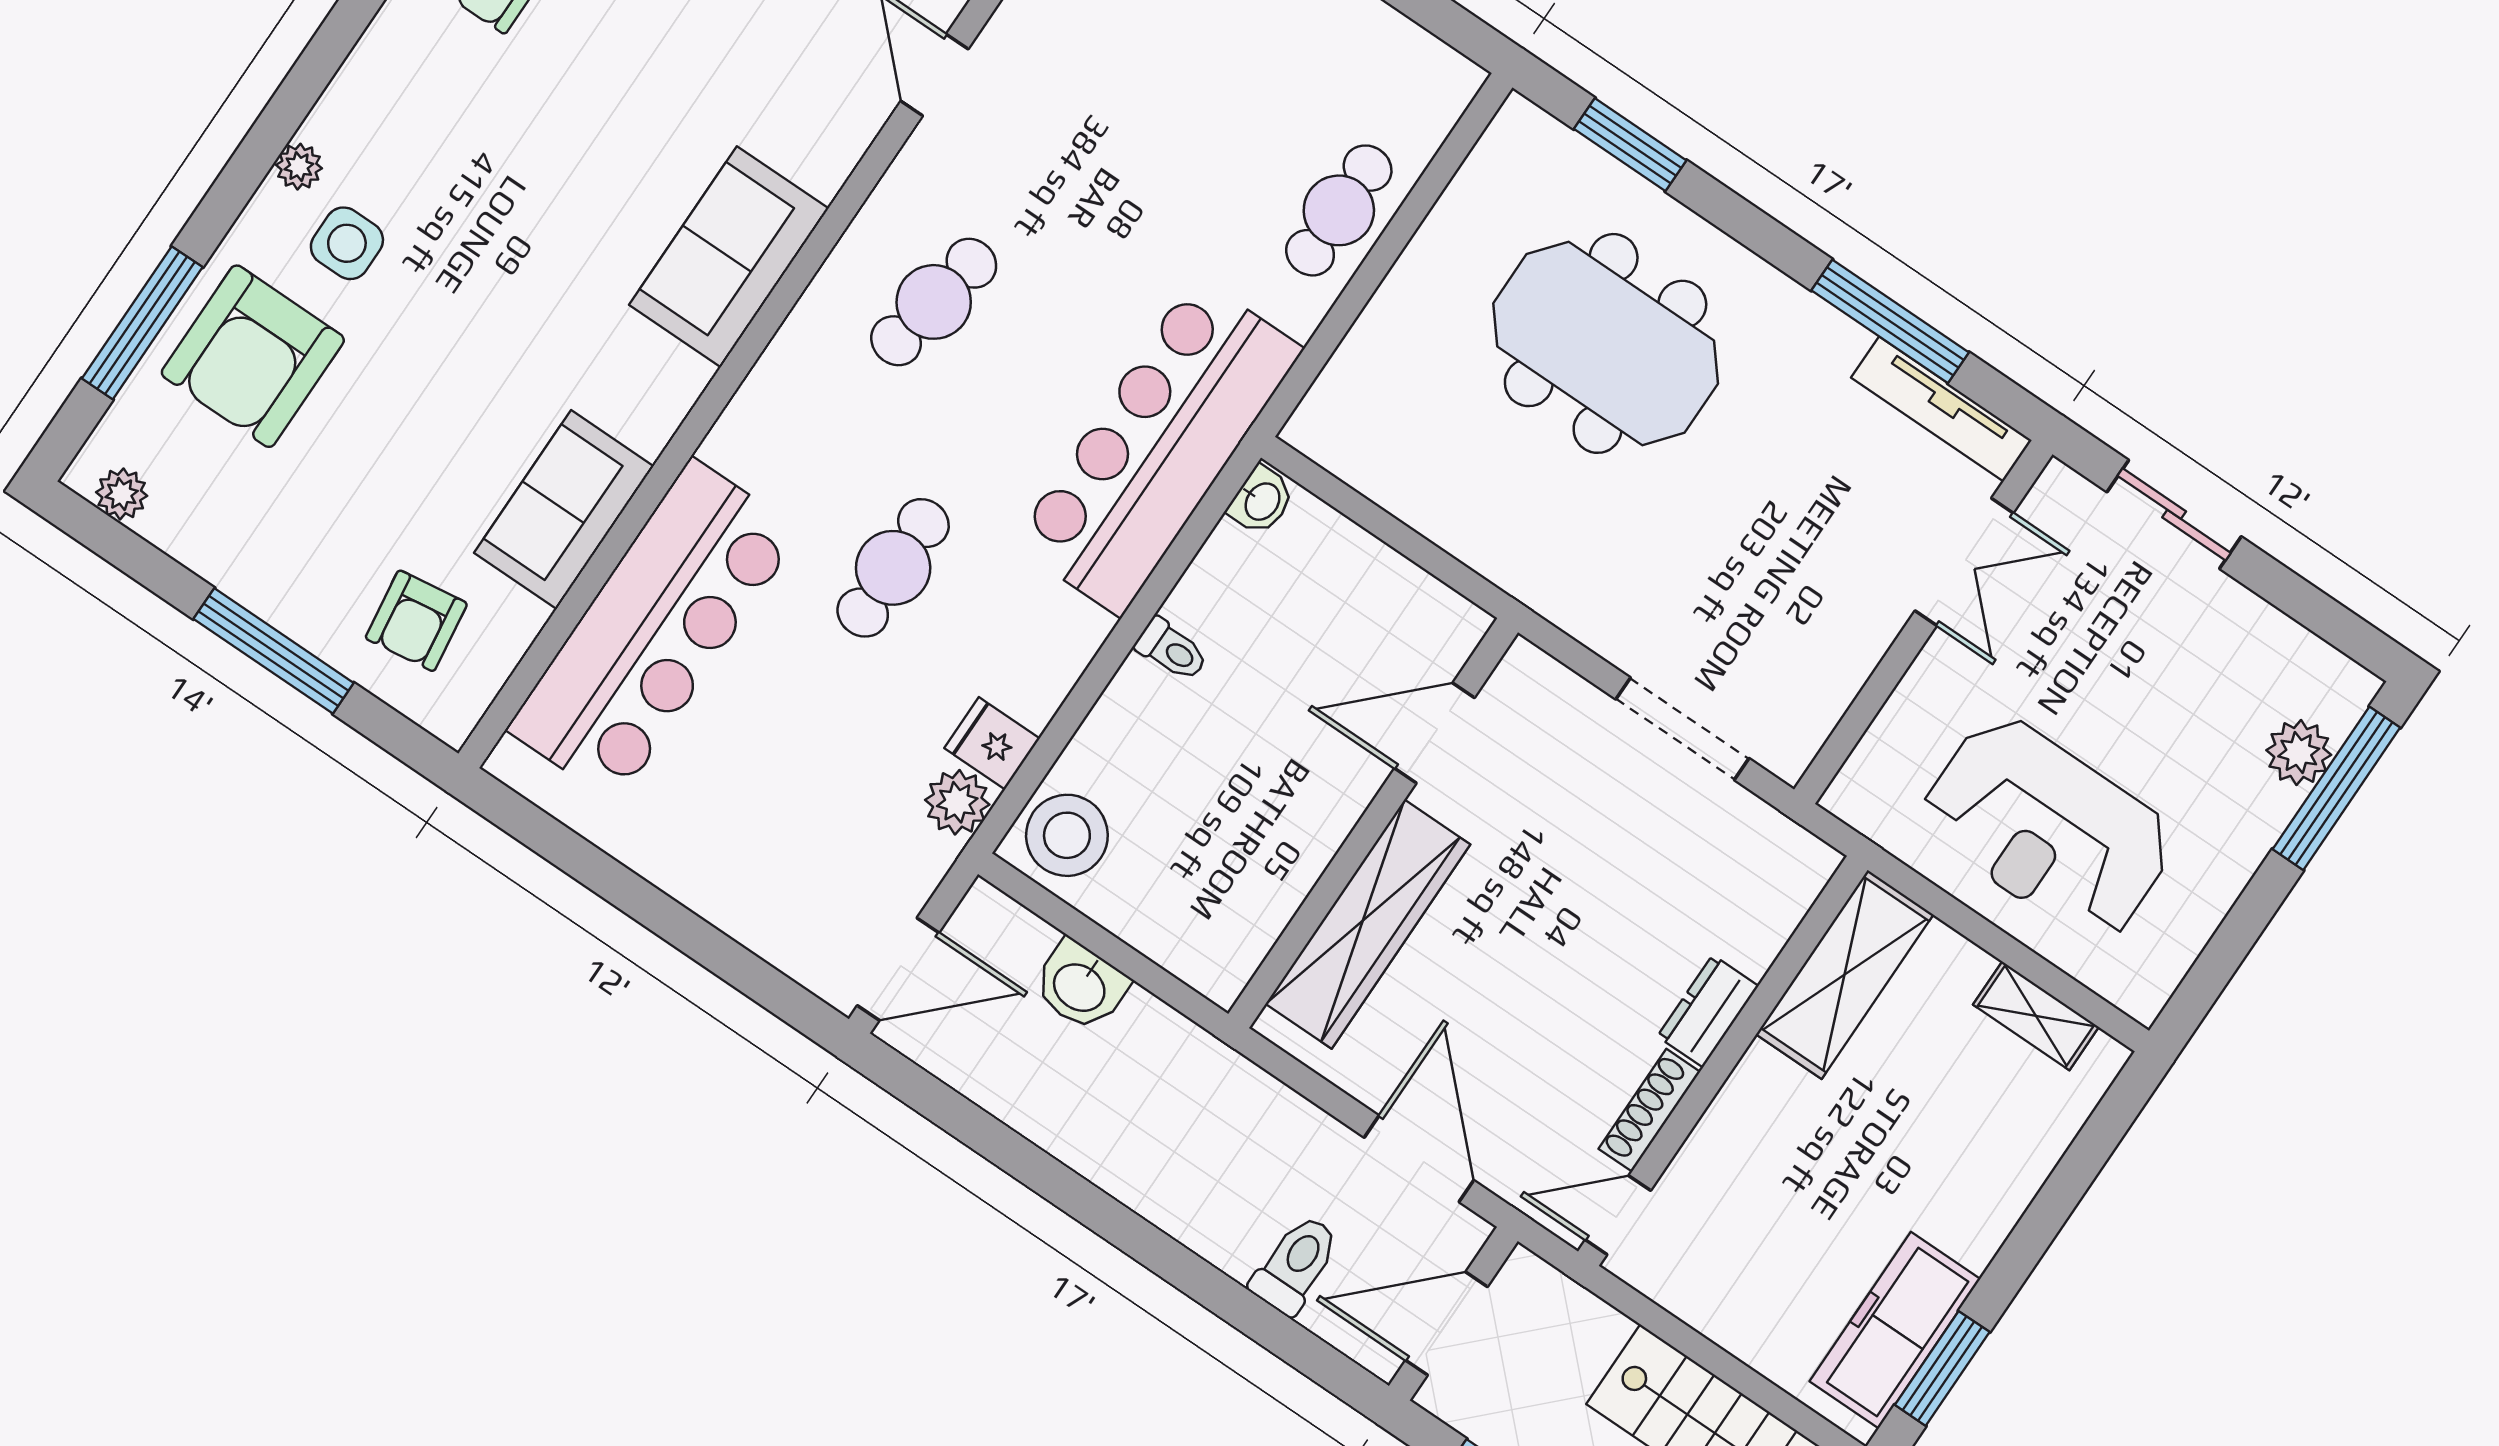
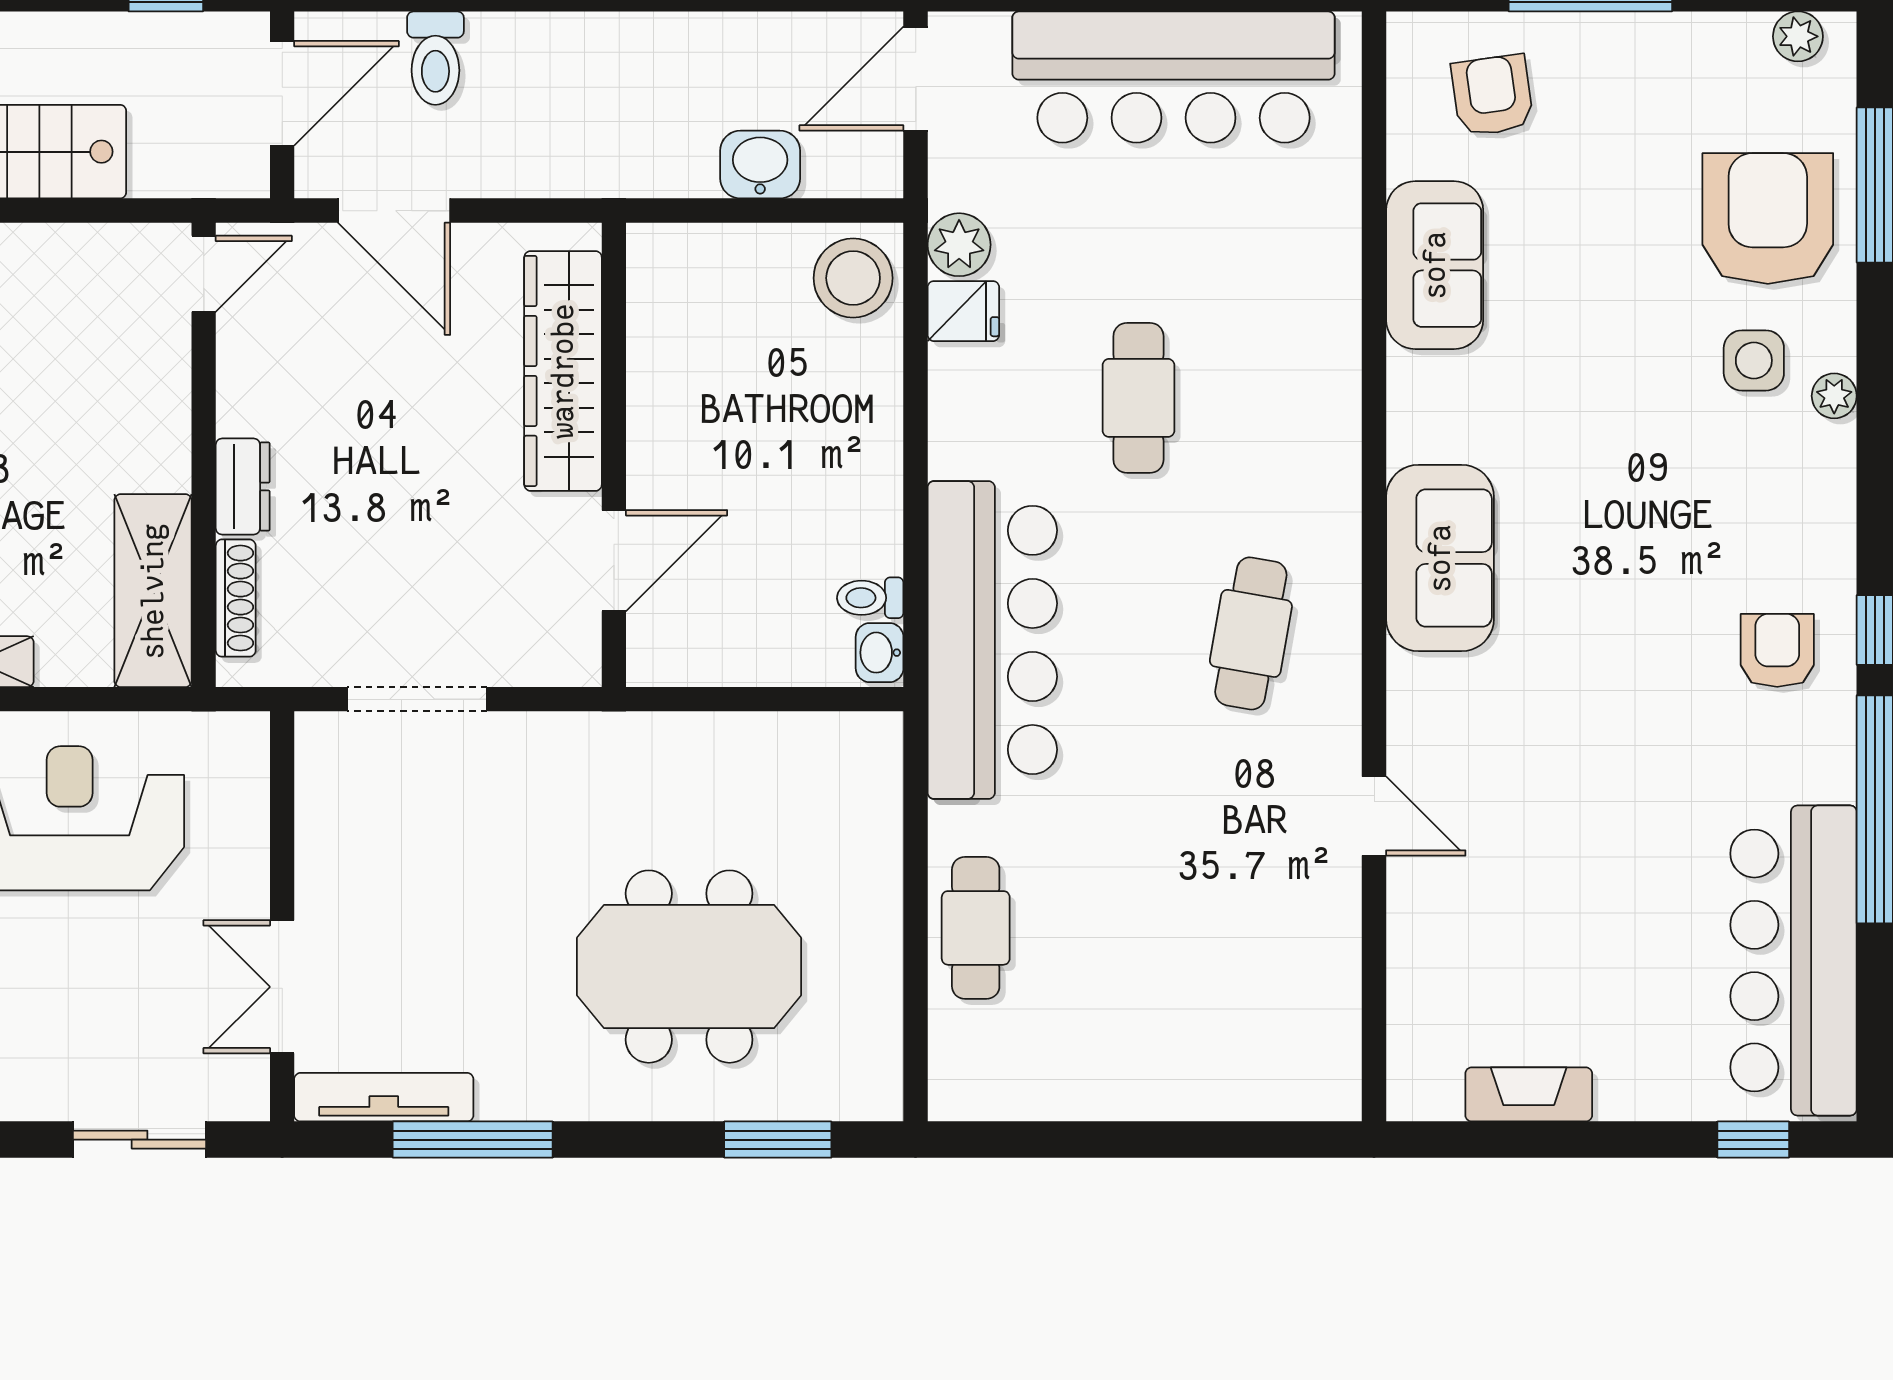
bar counter: (654, 631) -> (1174, 77), moved, turned -90
toilet: (1172, 650) -> (870, 598), moved
shoe rack: (1649, 1110) -> (236, 598), moved

